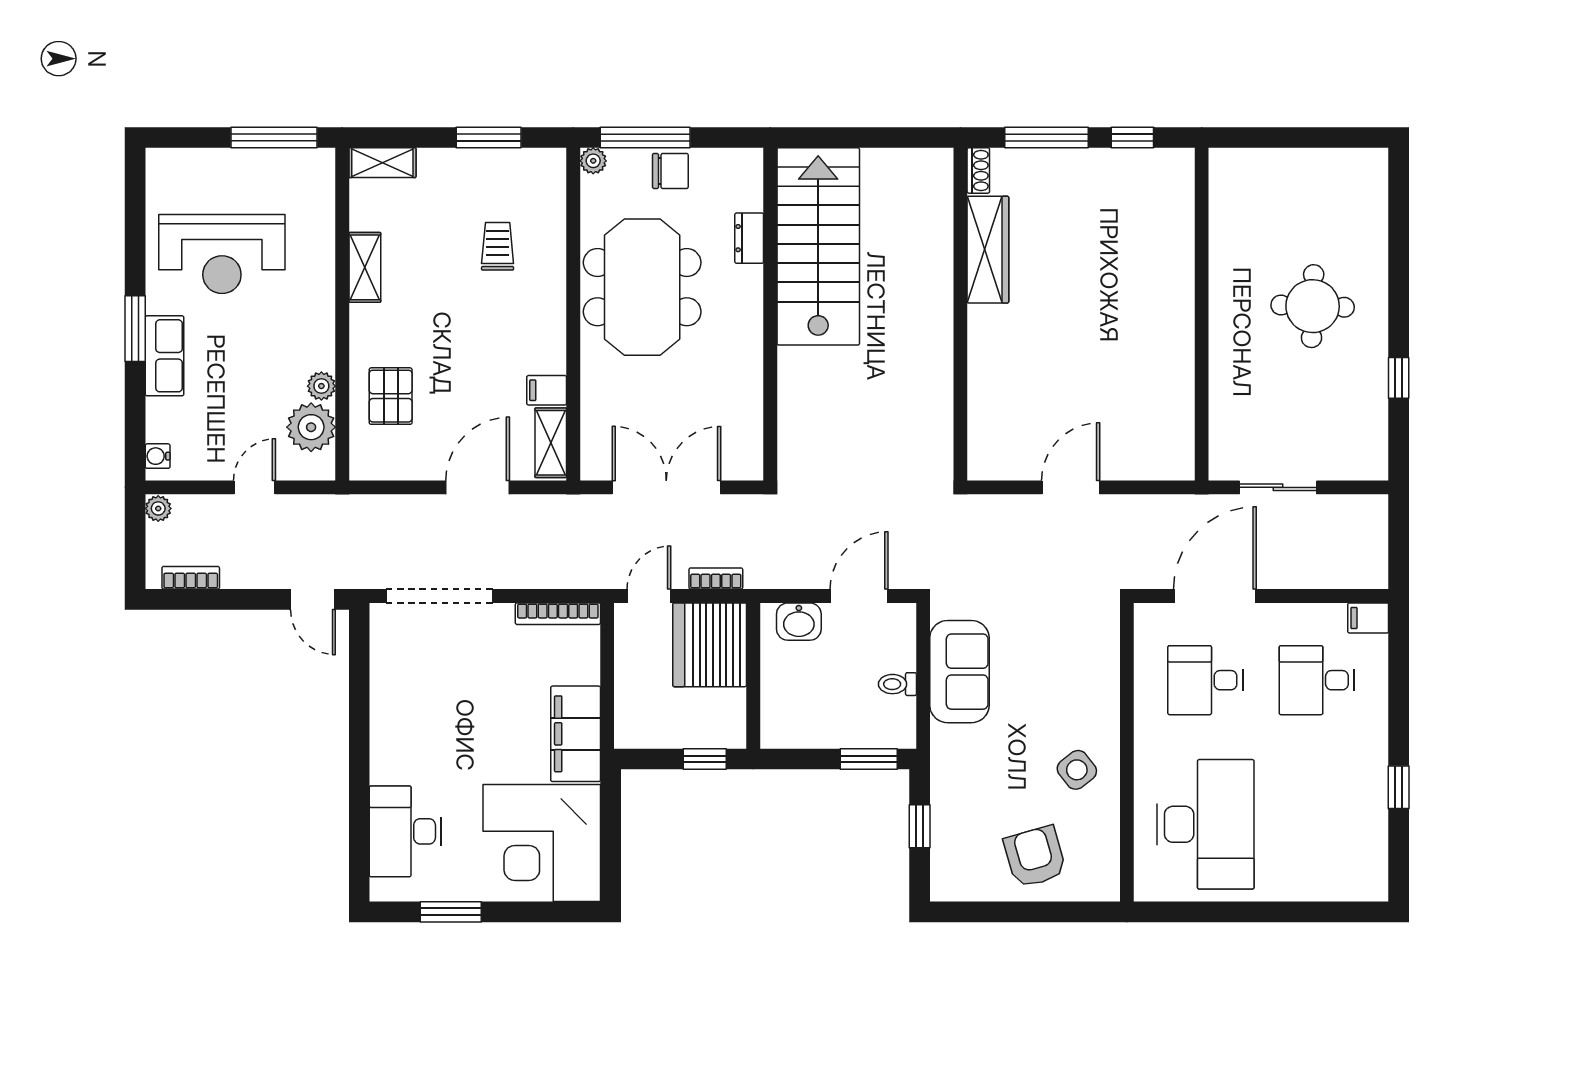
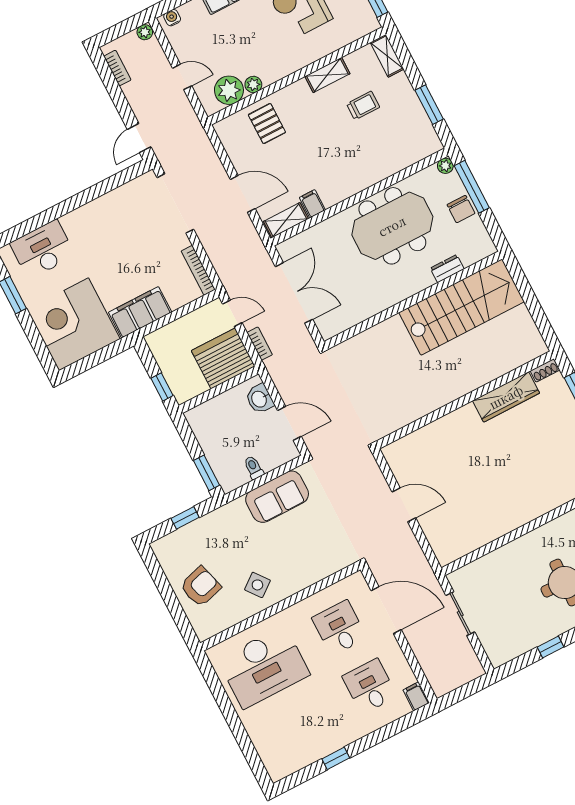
trolley: (498, 246) -> (363, 106), moved
pallet: (391, 396) -> (267, 124), turned 90

